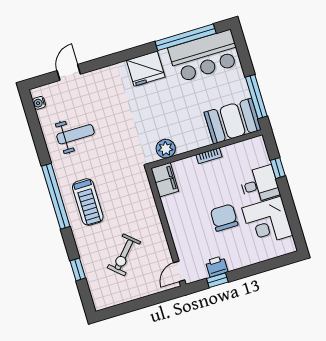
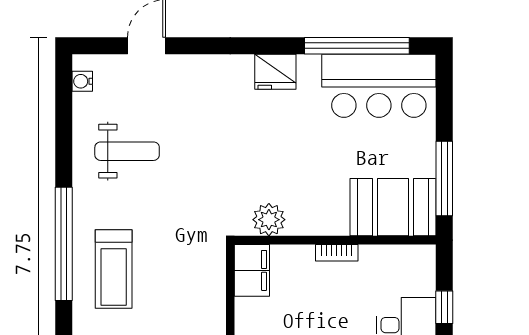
fridge: (146, 69) -> (275, 72), width x0.73, depth x0.75

